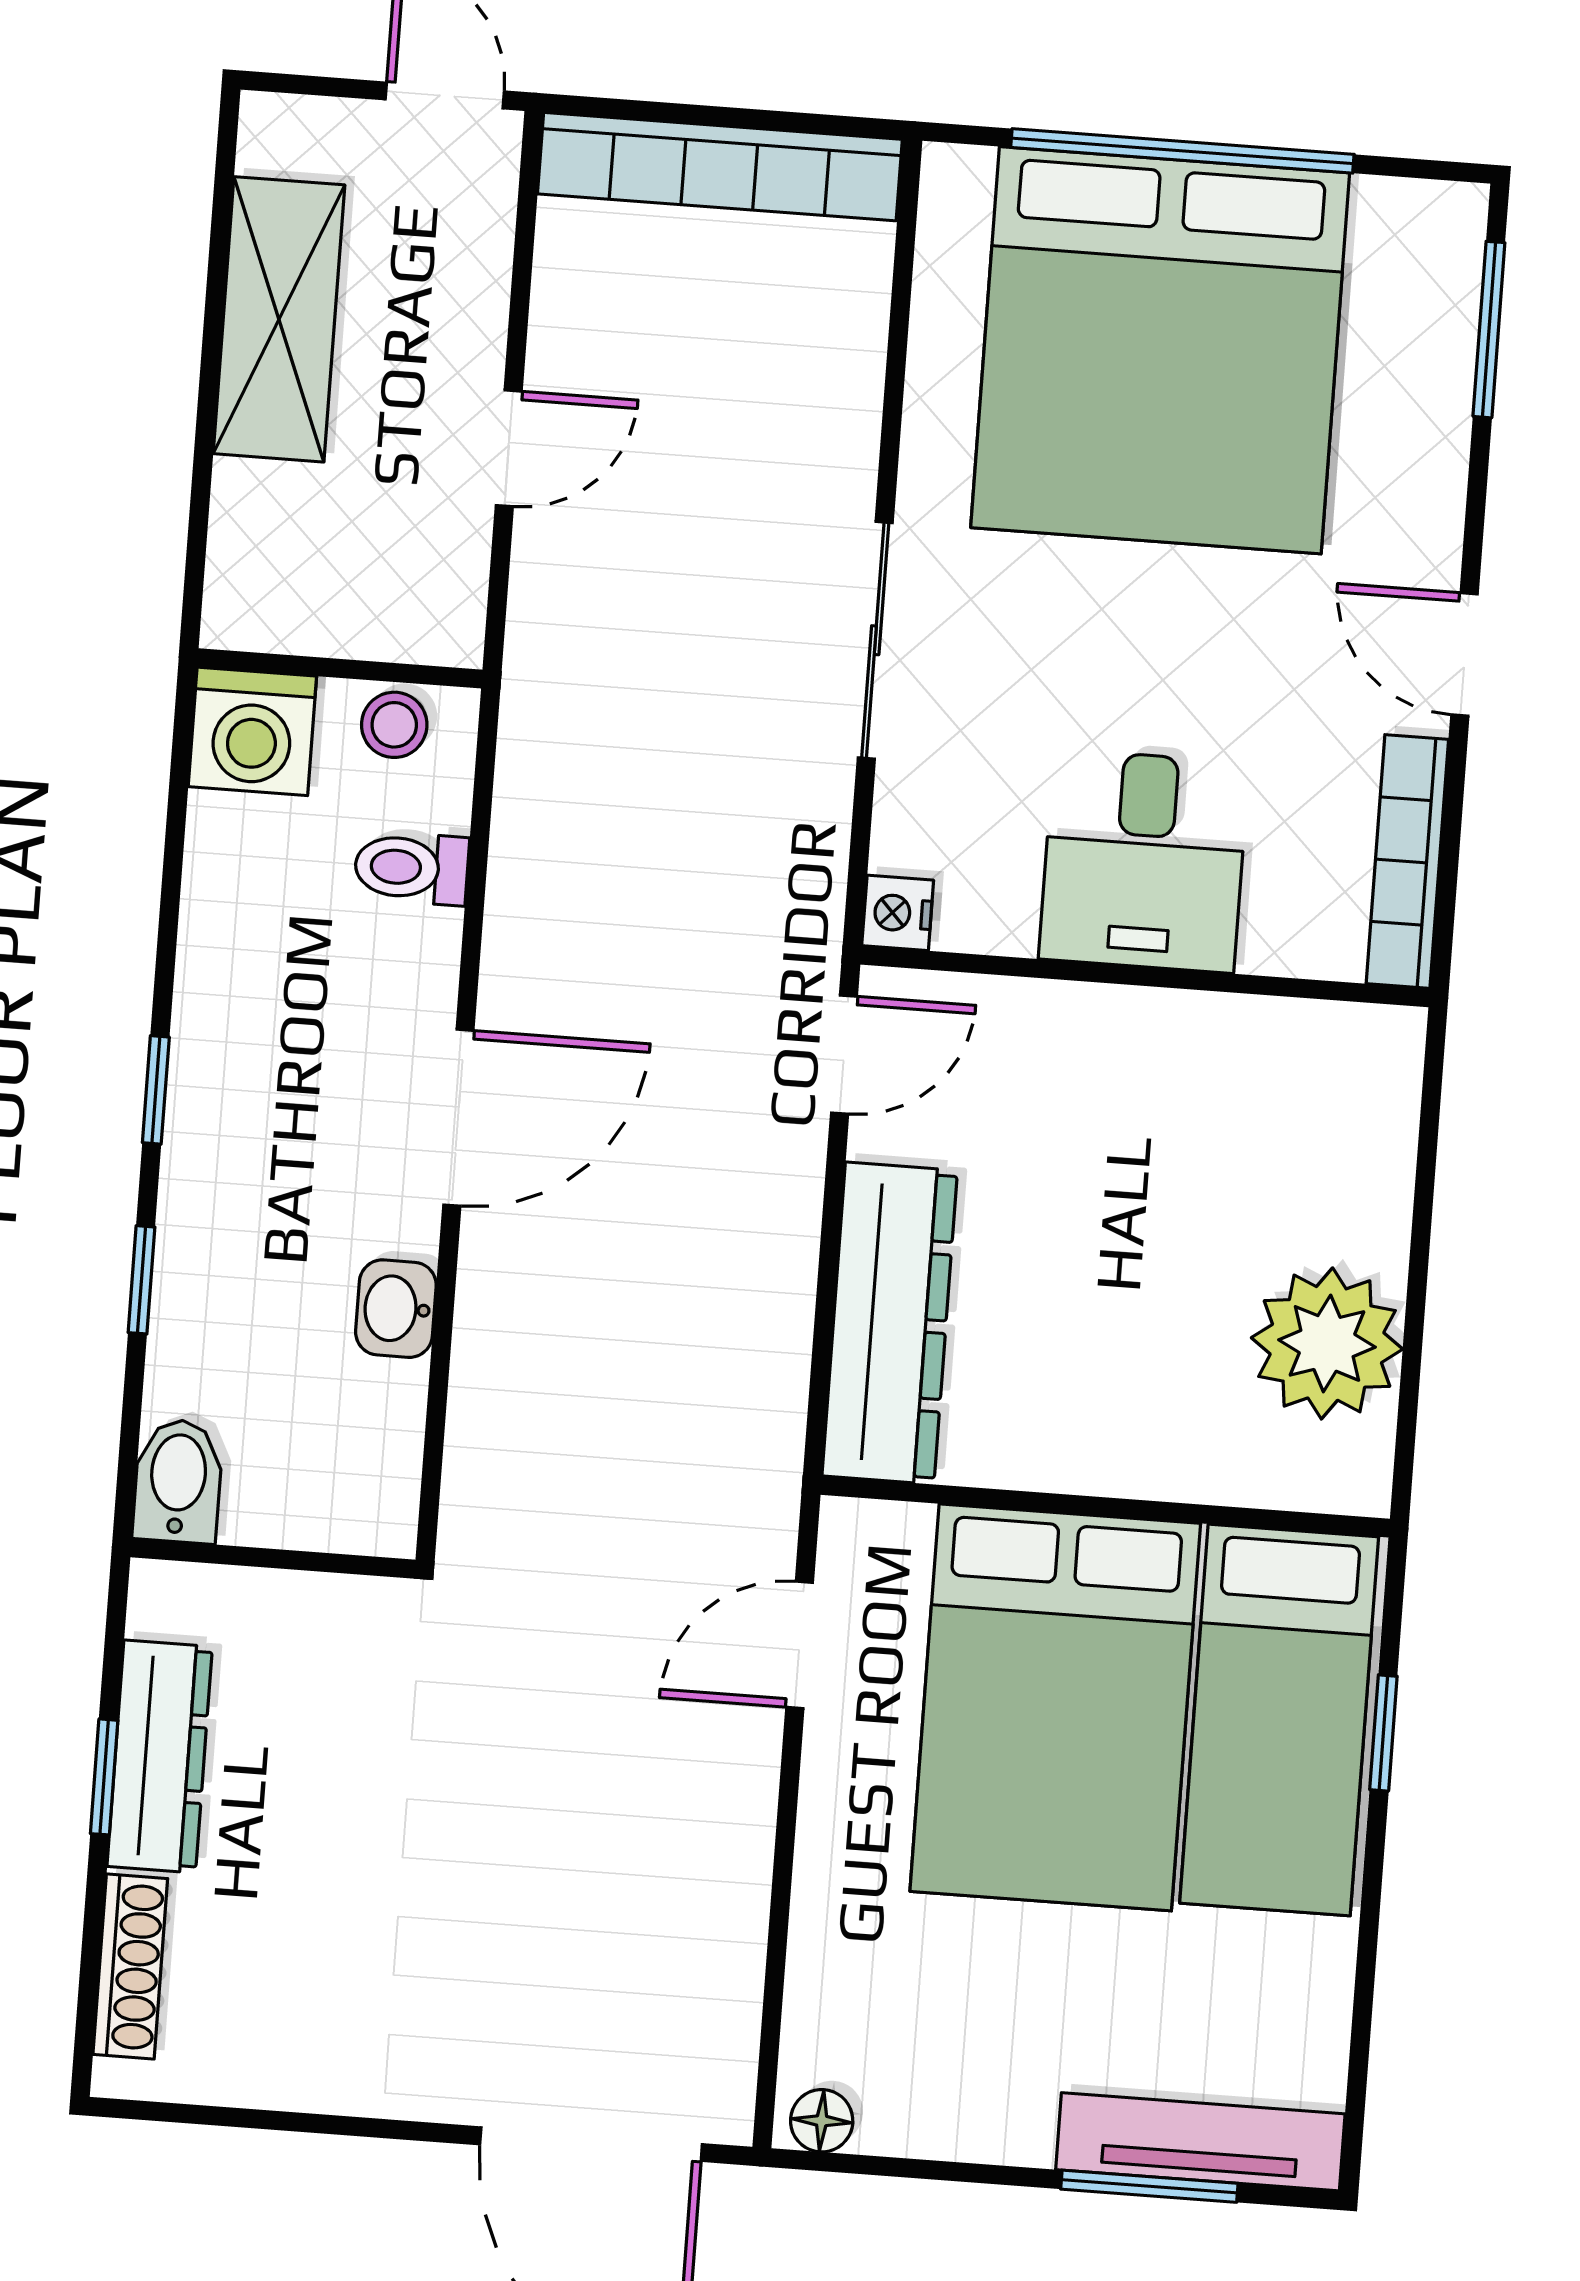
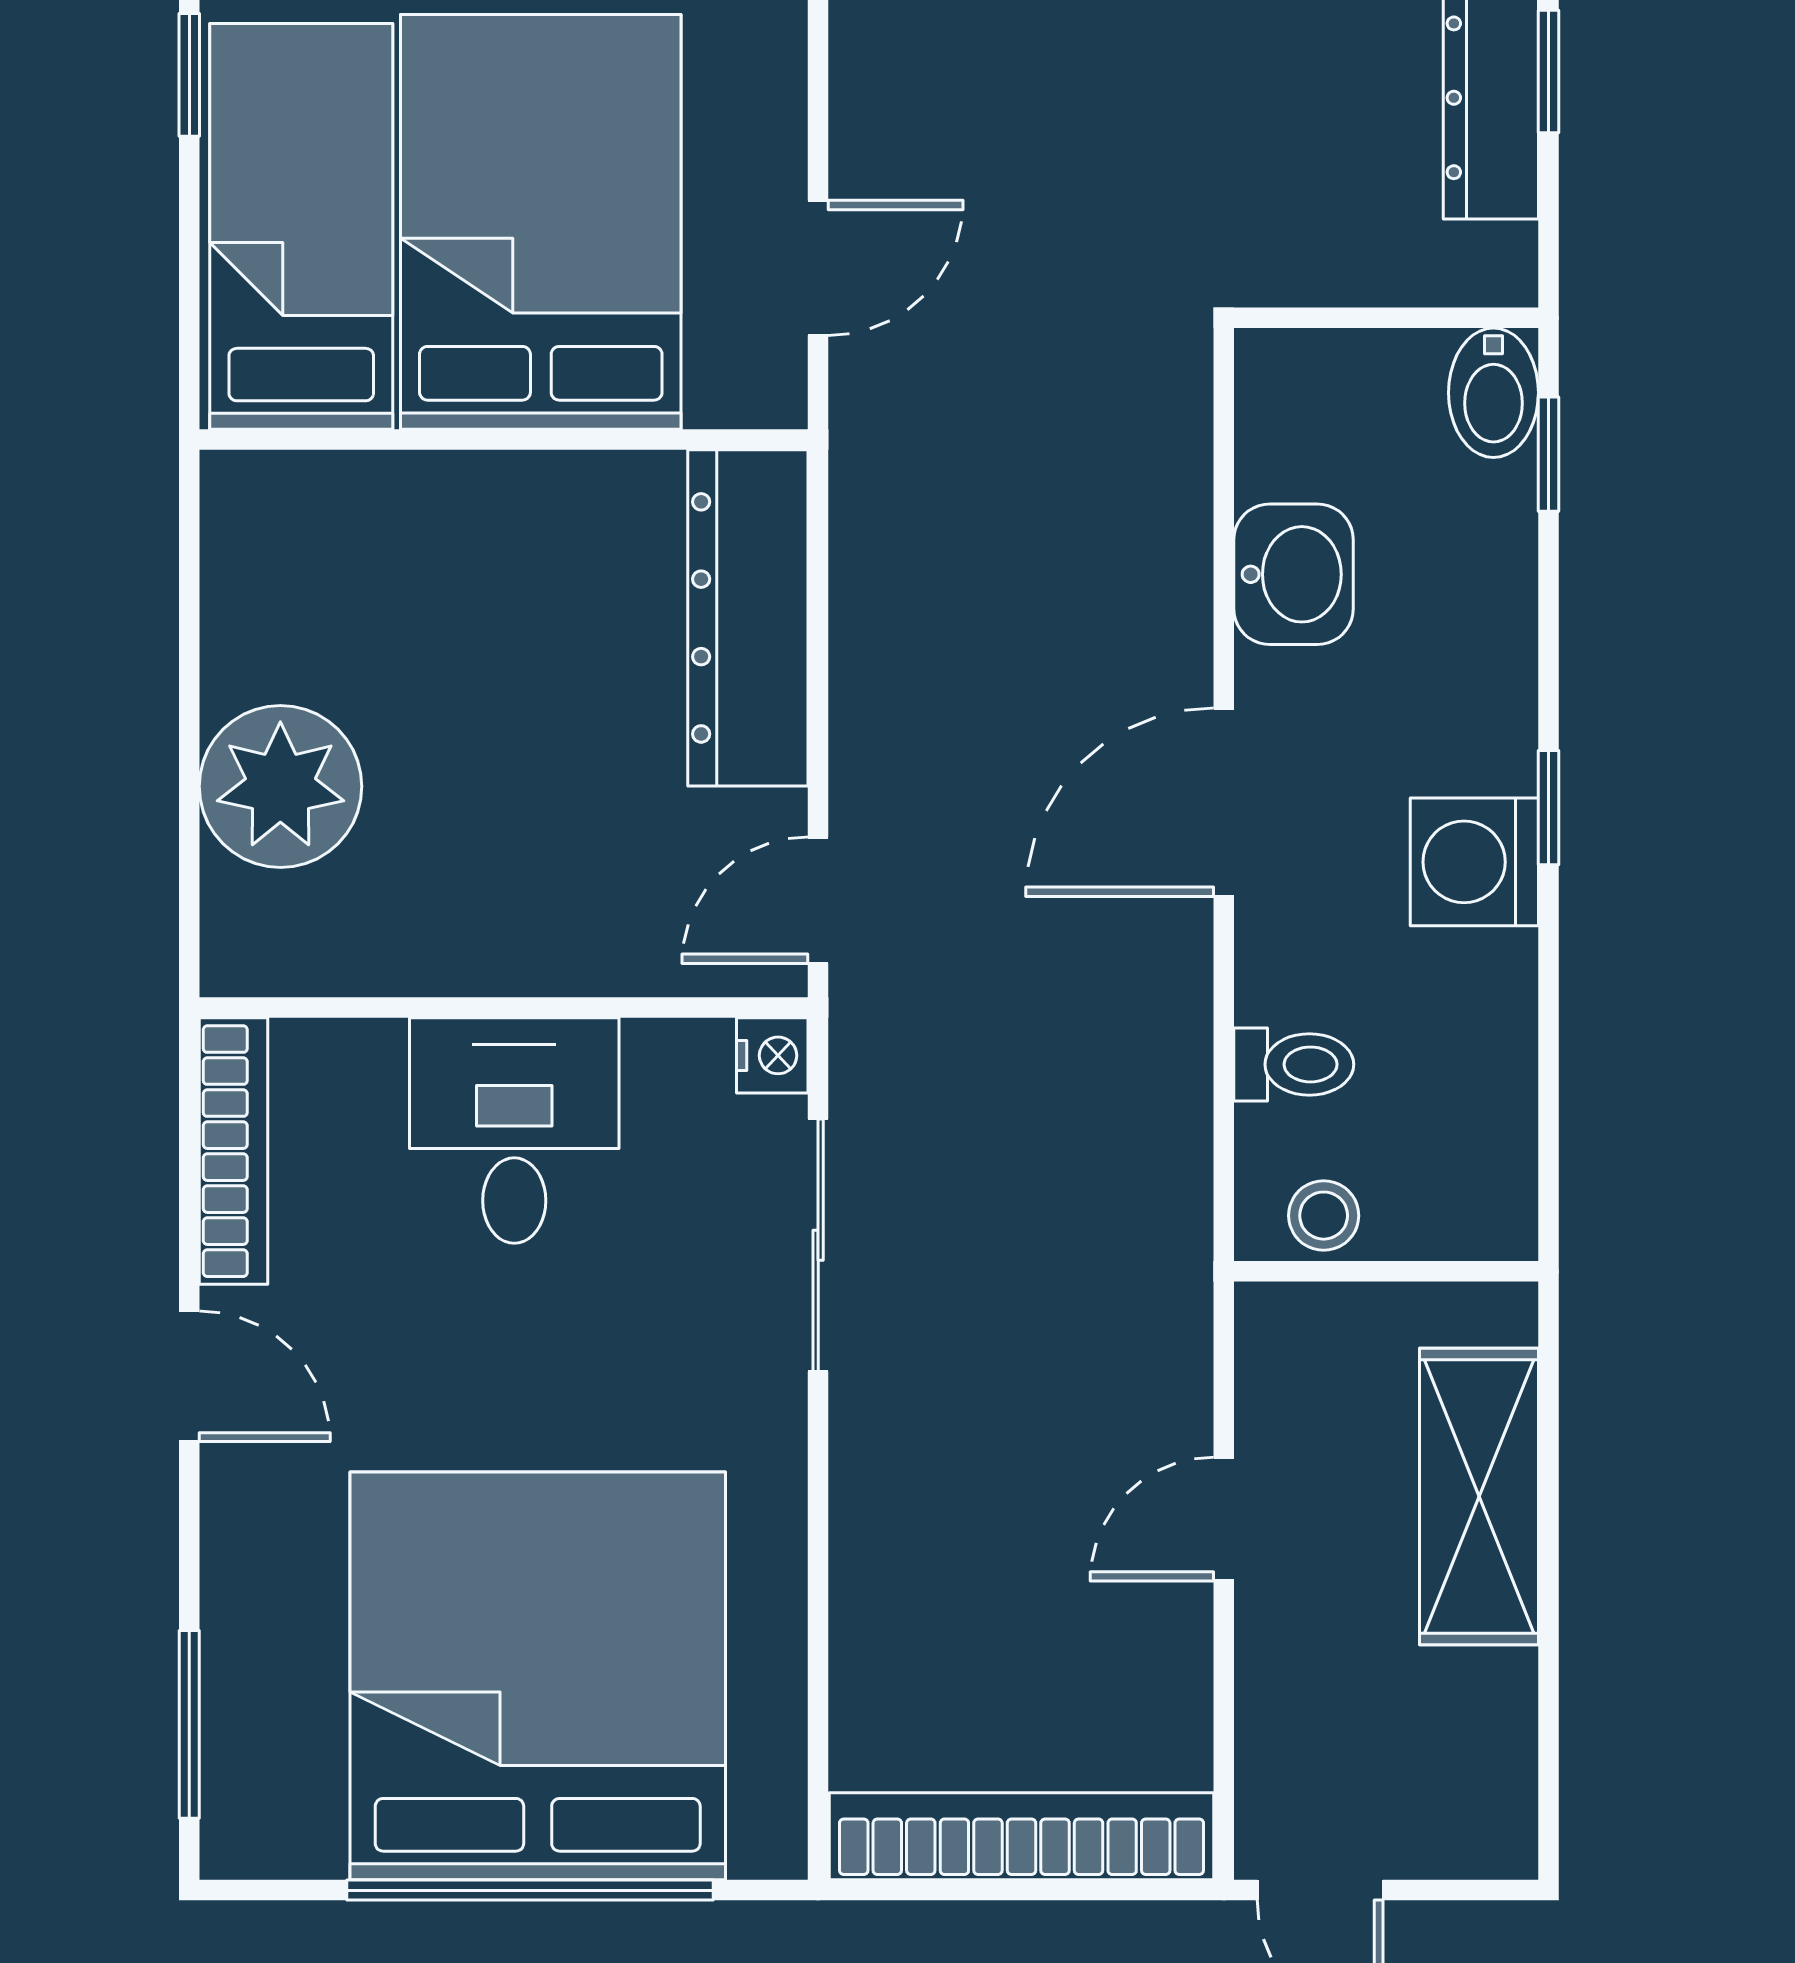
shelving: (279, 319) -> (1479, 1496), moved
sliding door: (875, 640) -> (818, 1245), moved
washing machine: (252, 731) -> (1474, 862), moved, turned -90
window: (141, 1280) -> (1548, 454), moved
washbasin: (396, 1309) -> (1294, 574), width x1.38, depth x1.45
plant: (1327, 1343) -> (280, 786), moved
window: (1383, 1733) -> (189, 75), moved

